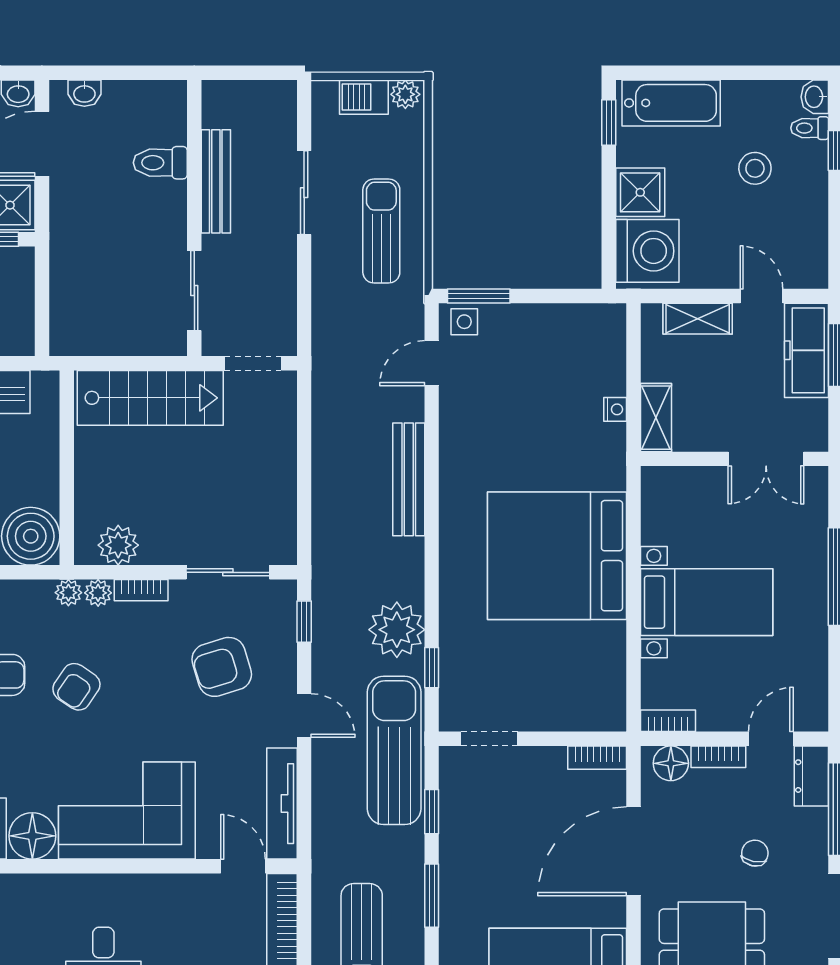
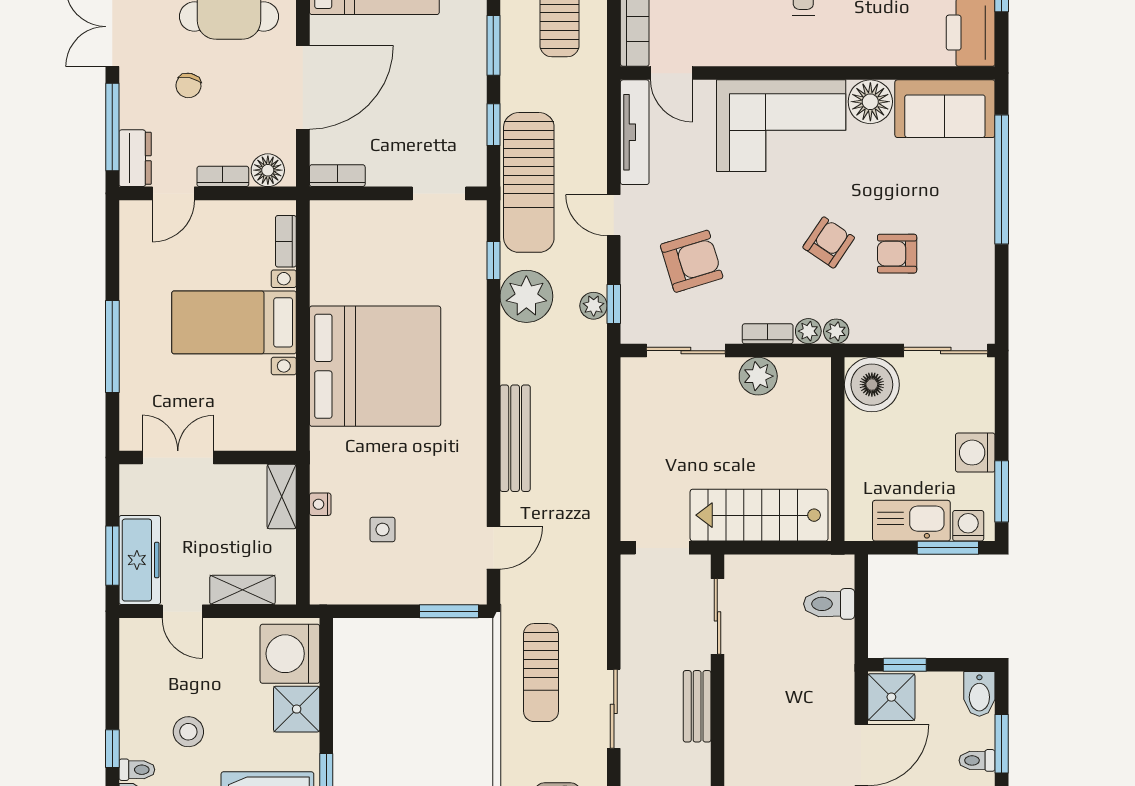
toilet: (160, 163) -> (829, 604), moved, turned 180
bench: (216, 181) -> (697, 706), width x0.73
side table: (464, 322) -> (382, 529), moved
plant: (118, 545) -> (758, 376), moved
plant: (326, 620) -> (594, 306), added
bookcase: (668, 721) -> (286, 241), moved, turned 90

